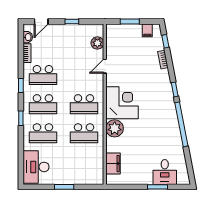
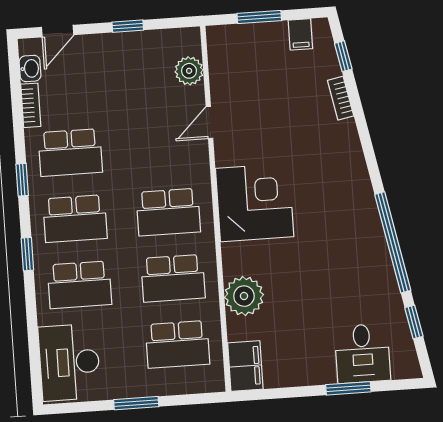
window: (175, 89) -> (414, 322), moved
plant: (115, 128) -> (244, 296), moved
school desk: (84, 162) -> (178, 344), added
filing cabinet: (113, 164) -> (245, 366), moved

